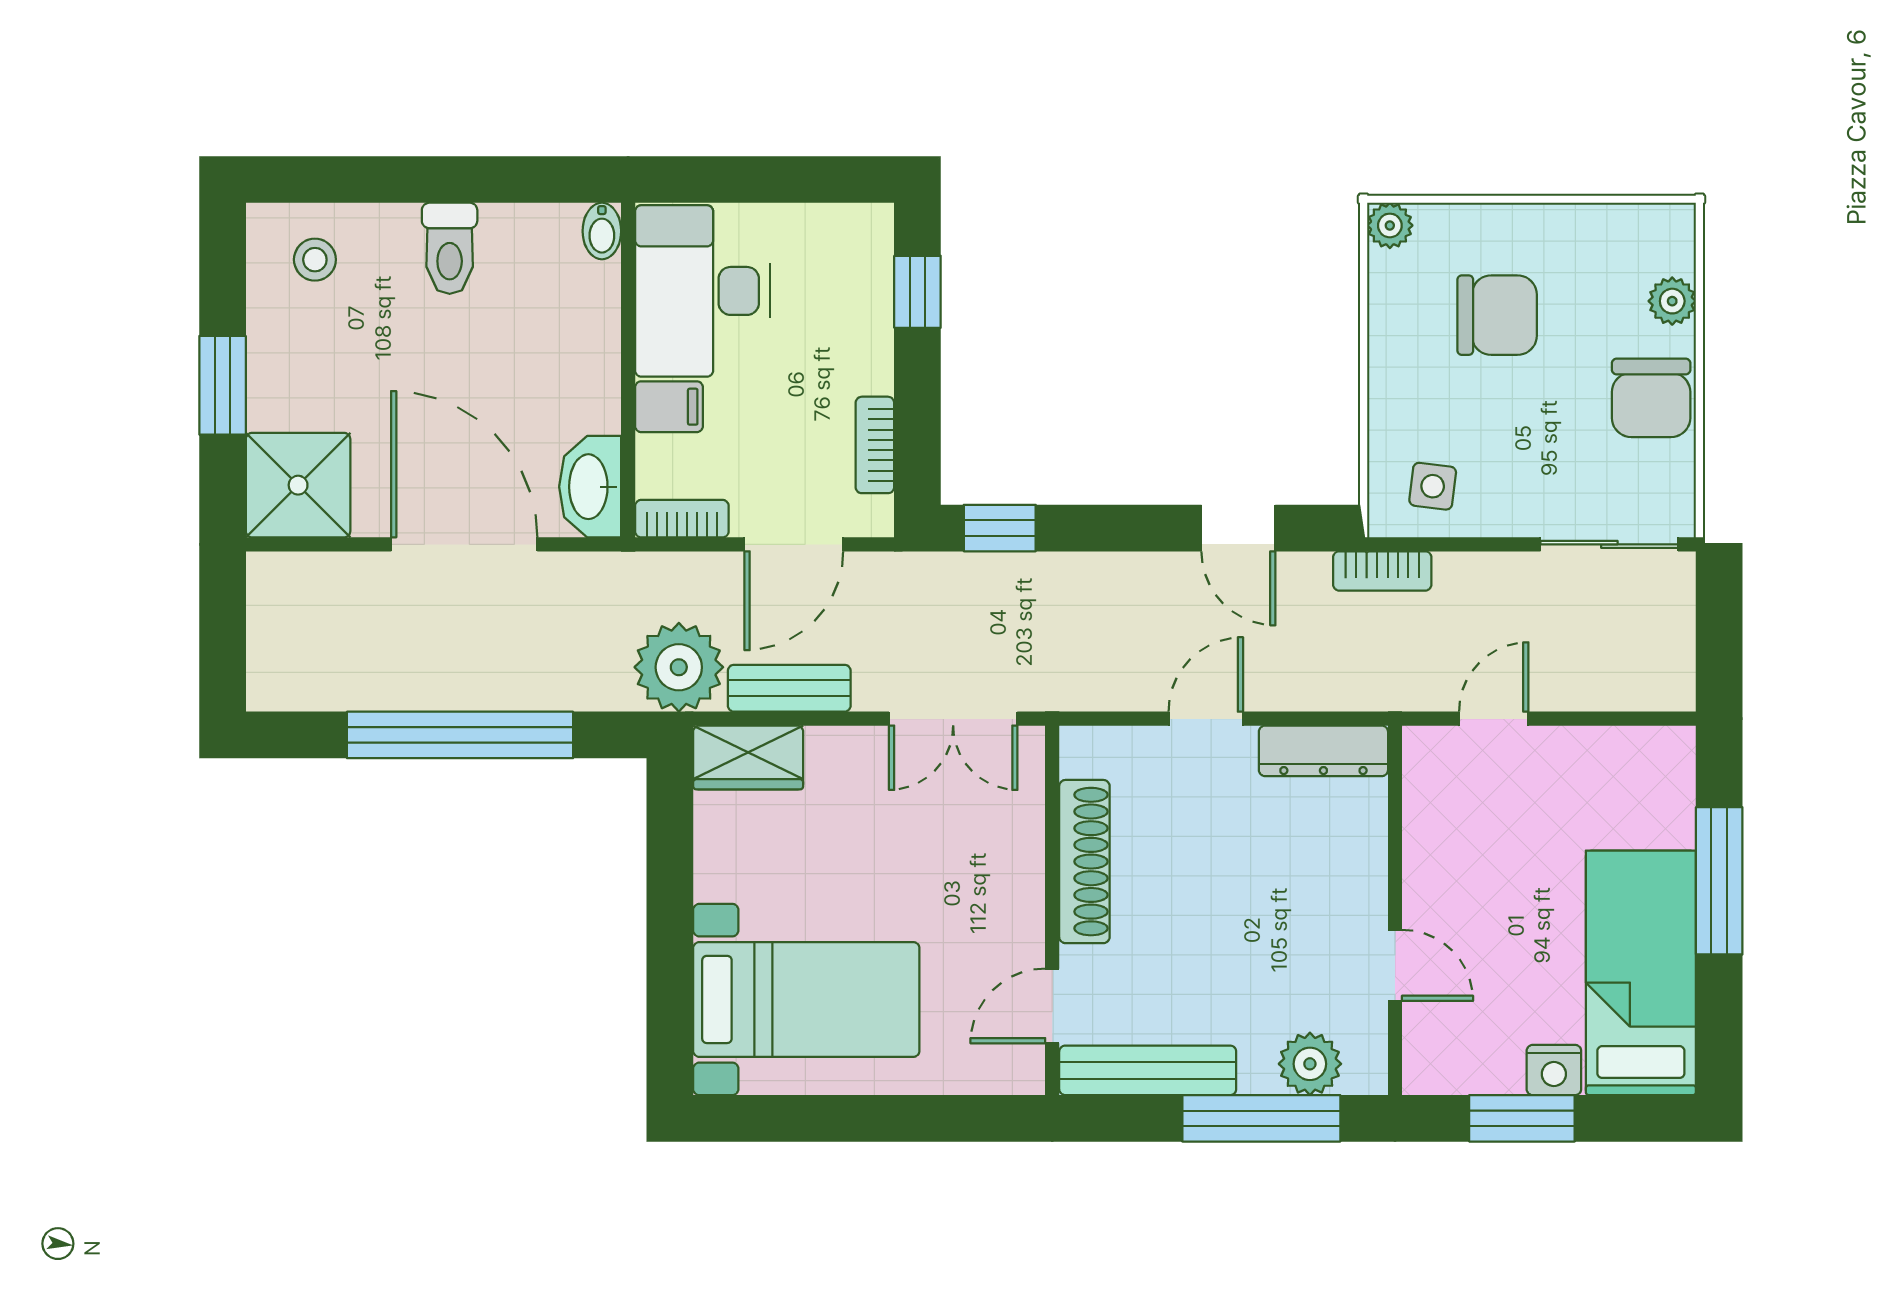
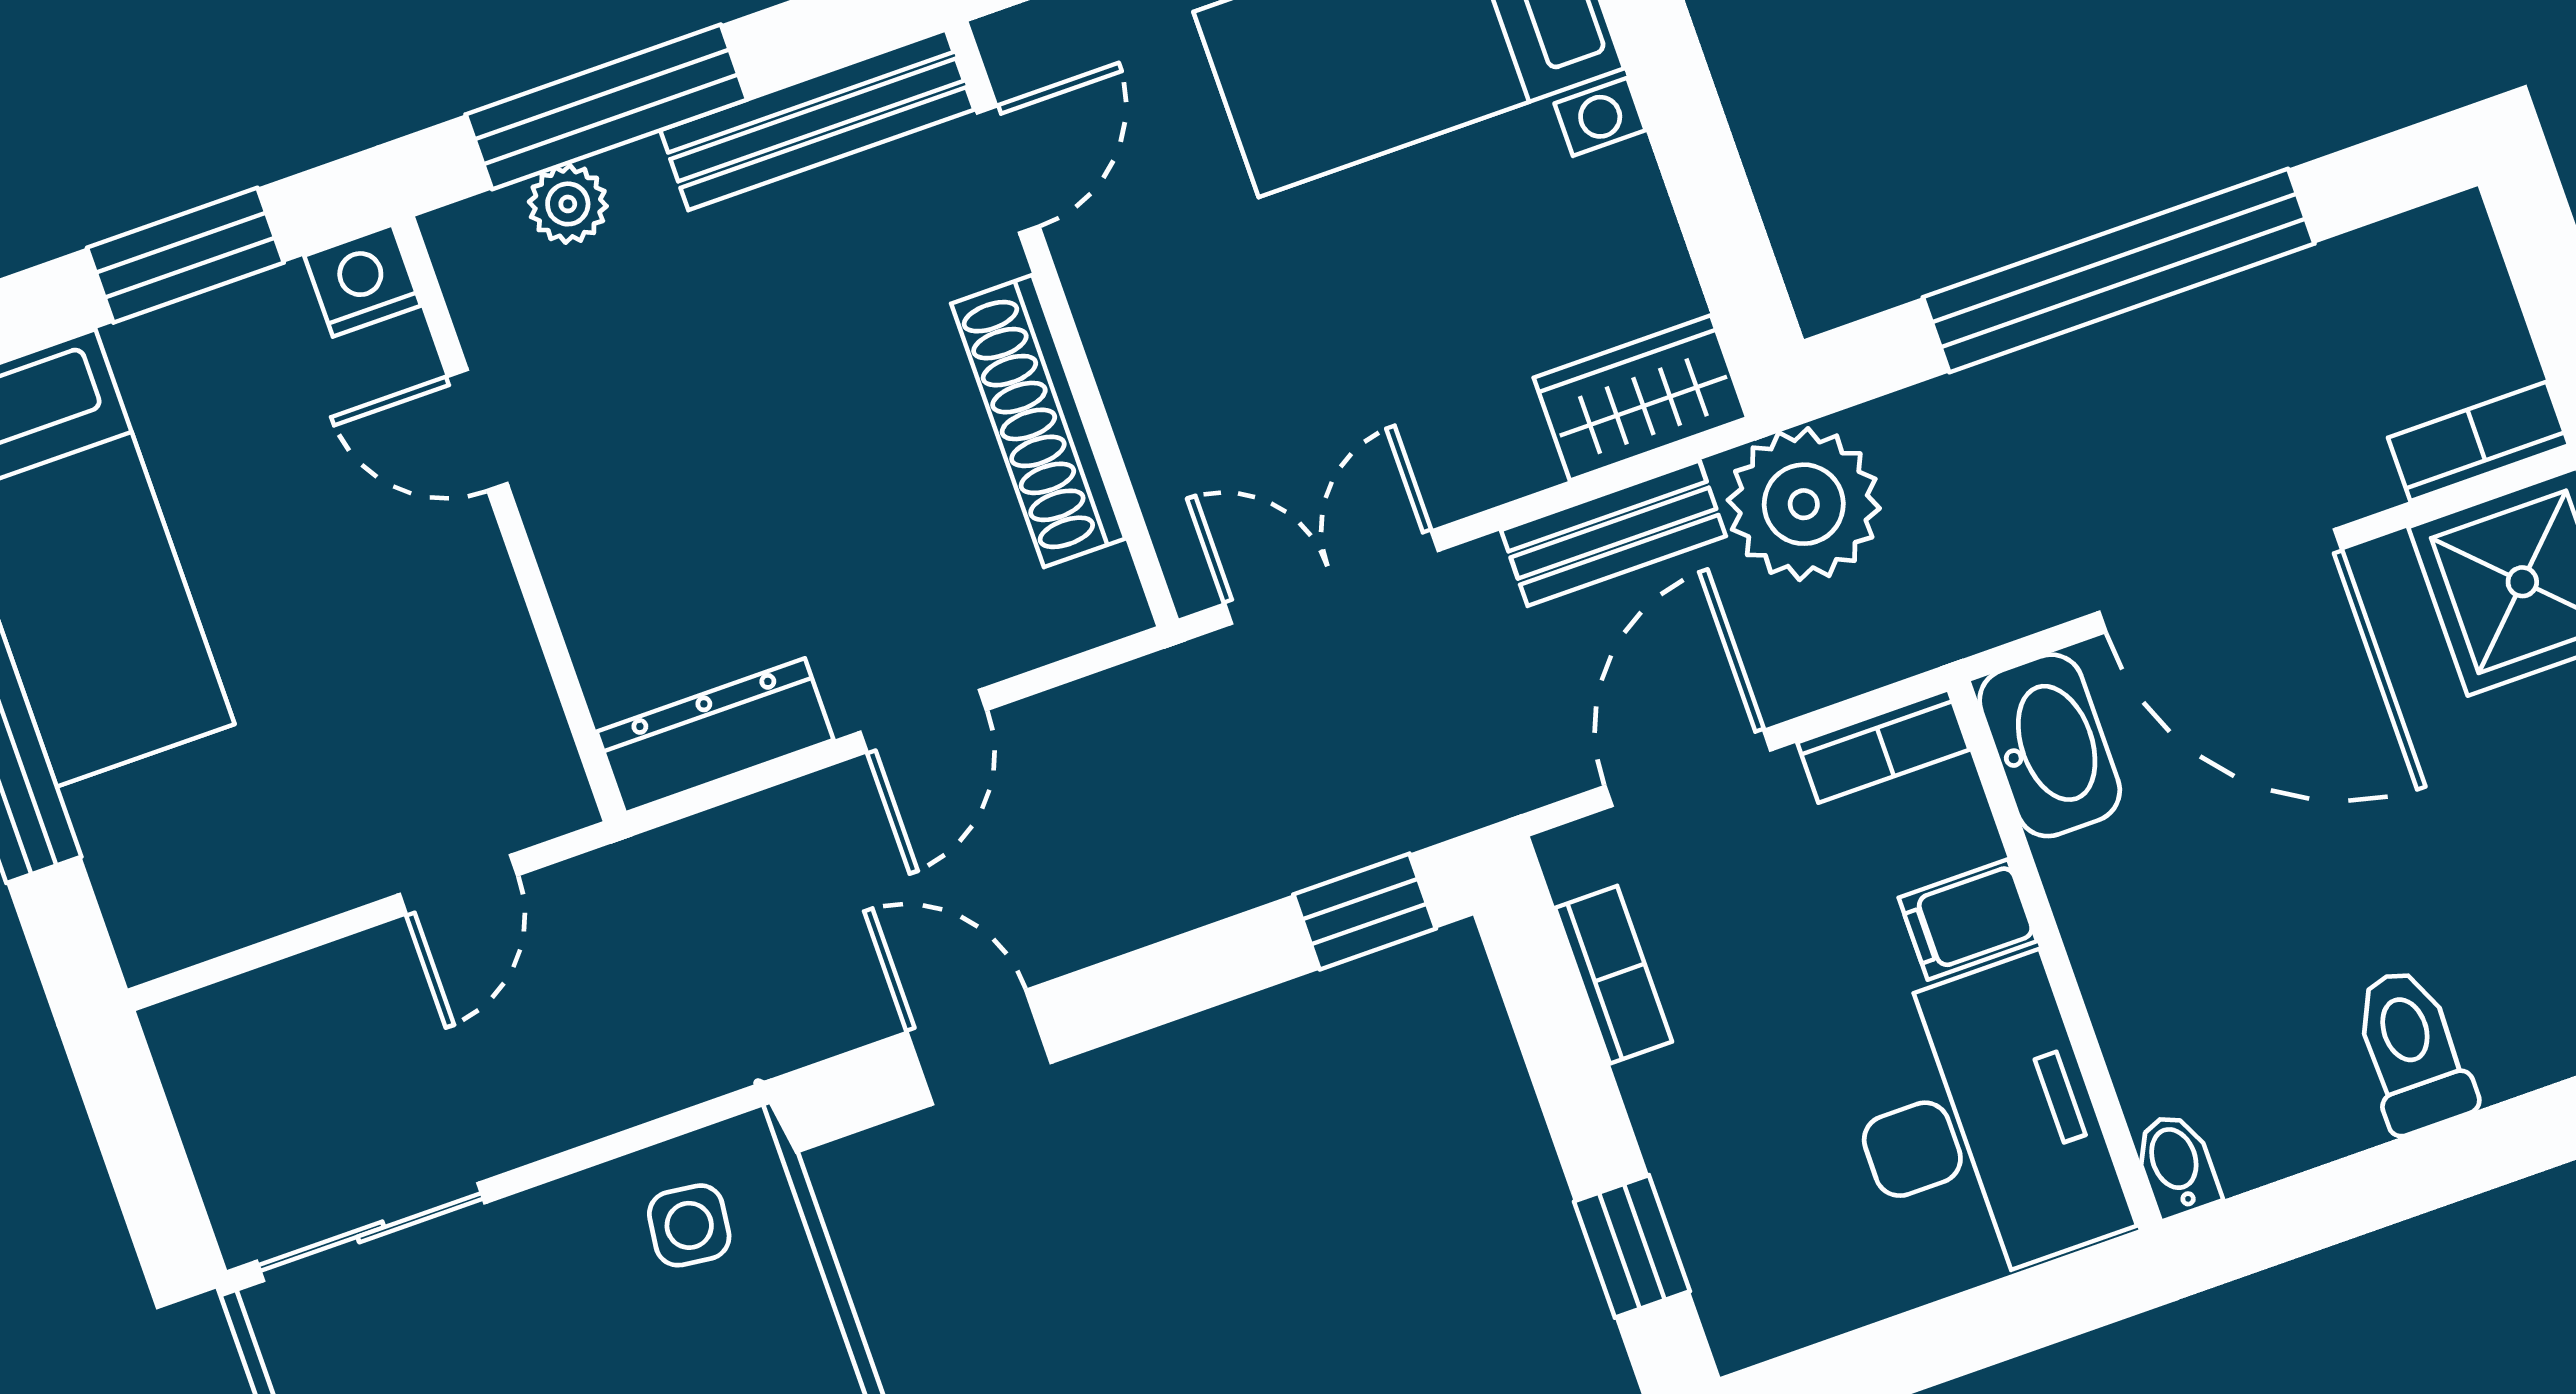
bookcase: (1382, 571) -> (2478, 441), moved
plant: (1310, 1064) -> (568, 204), width x0.73, depth x0.73
nightstand: (1554, 1070) -> (363, 281), moved

